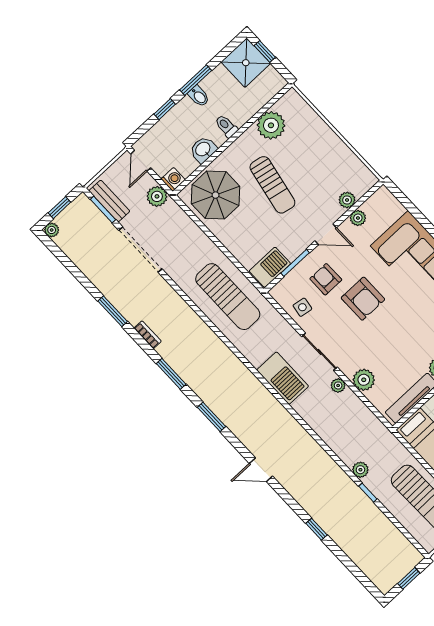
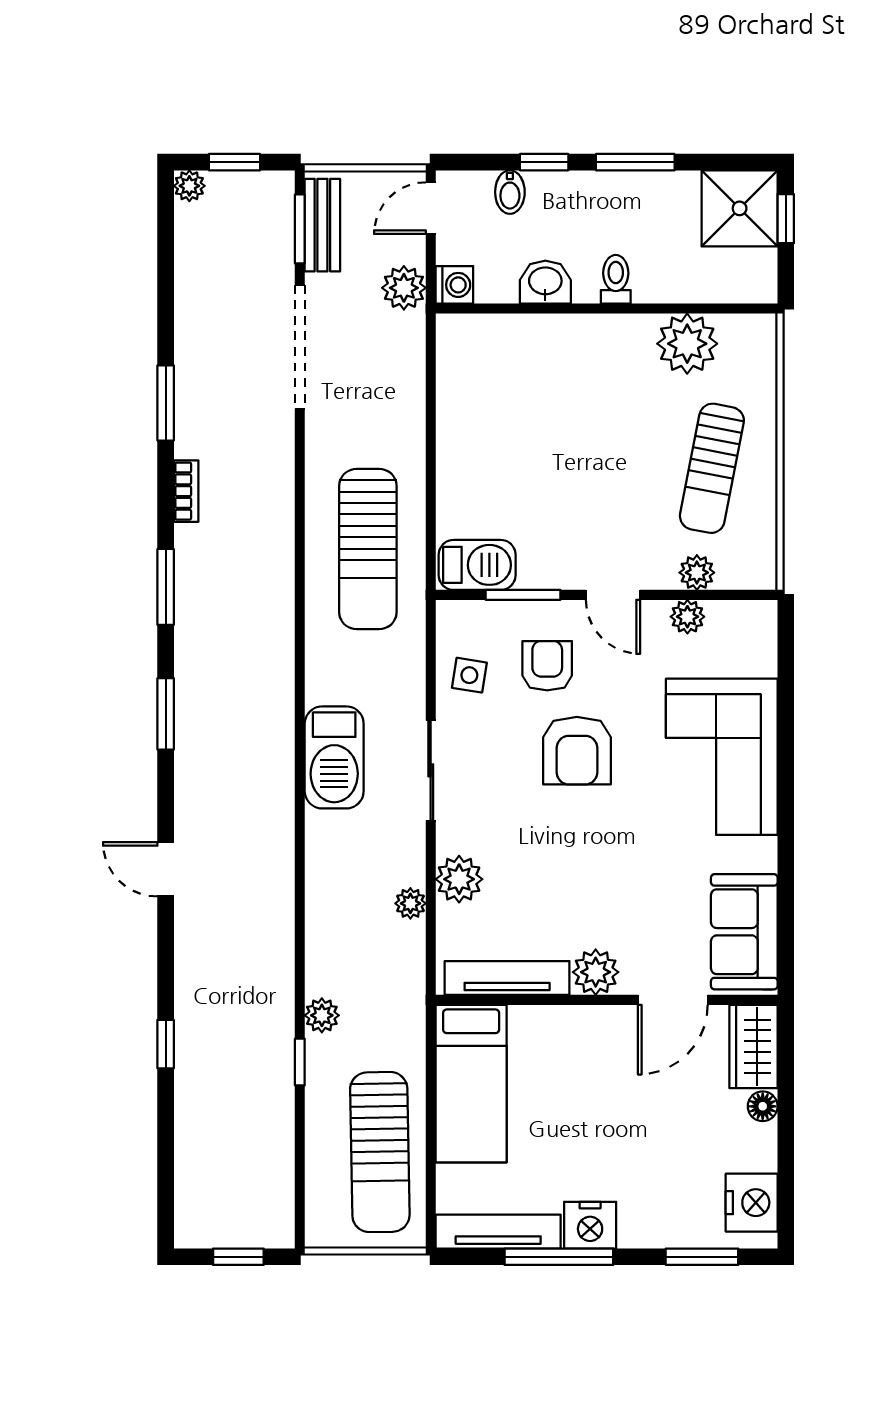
bidet: (199, 96) -> (510, 192), moved
sun lounger: (272, 185) -> (712, 468), moved
parasol: (216, 195) -> (498, 372), removed
plant: (338, 385) -> (410, 903), moved

